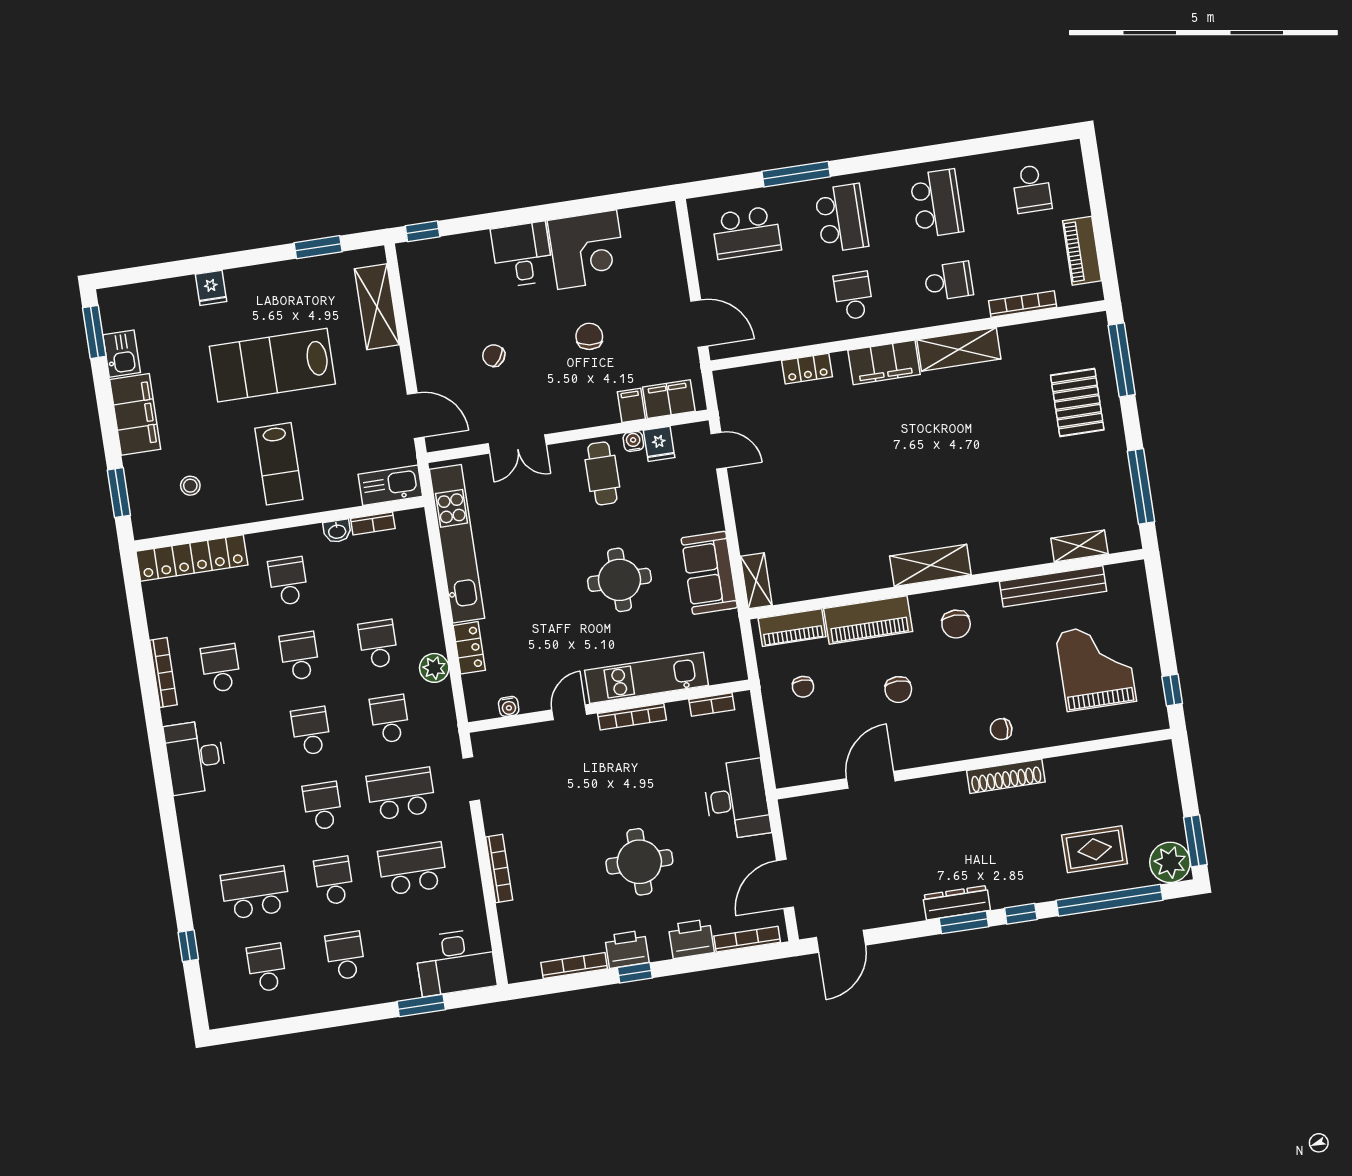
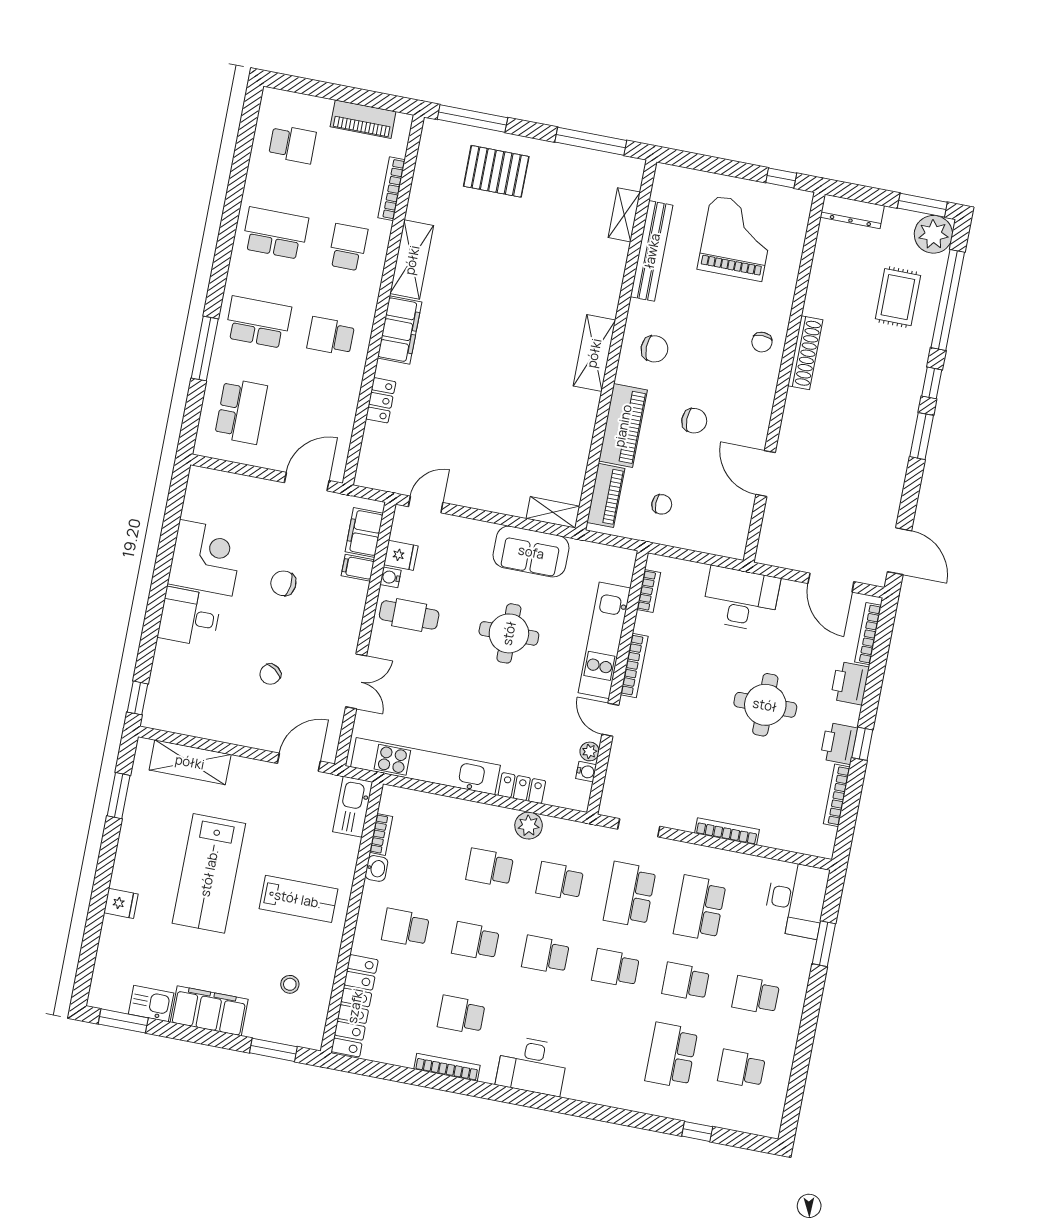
grand piano: (1096, 667) -> (736, 238), turned 90
plant: (530, 703) -> (590, 751), added
dresser: (957, 903) -> (852, 211), moved, turned -90

